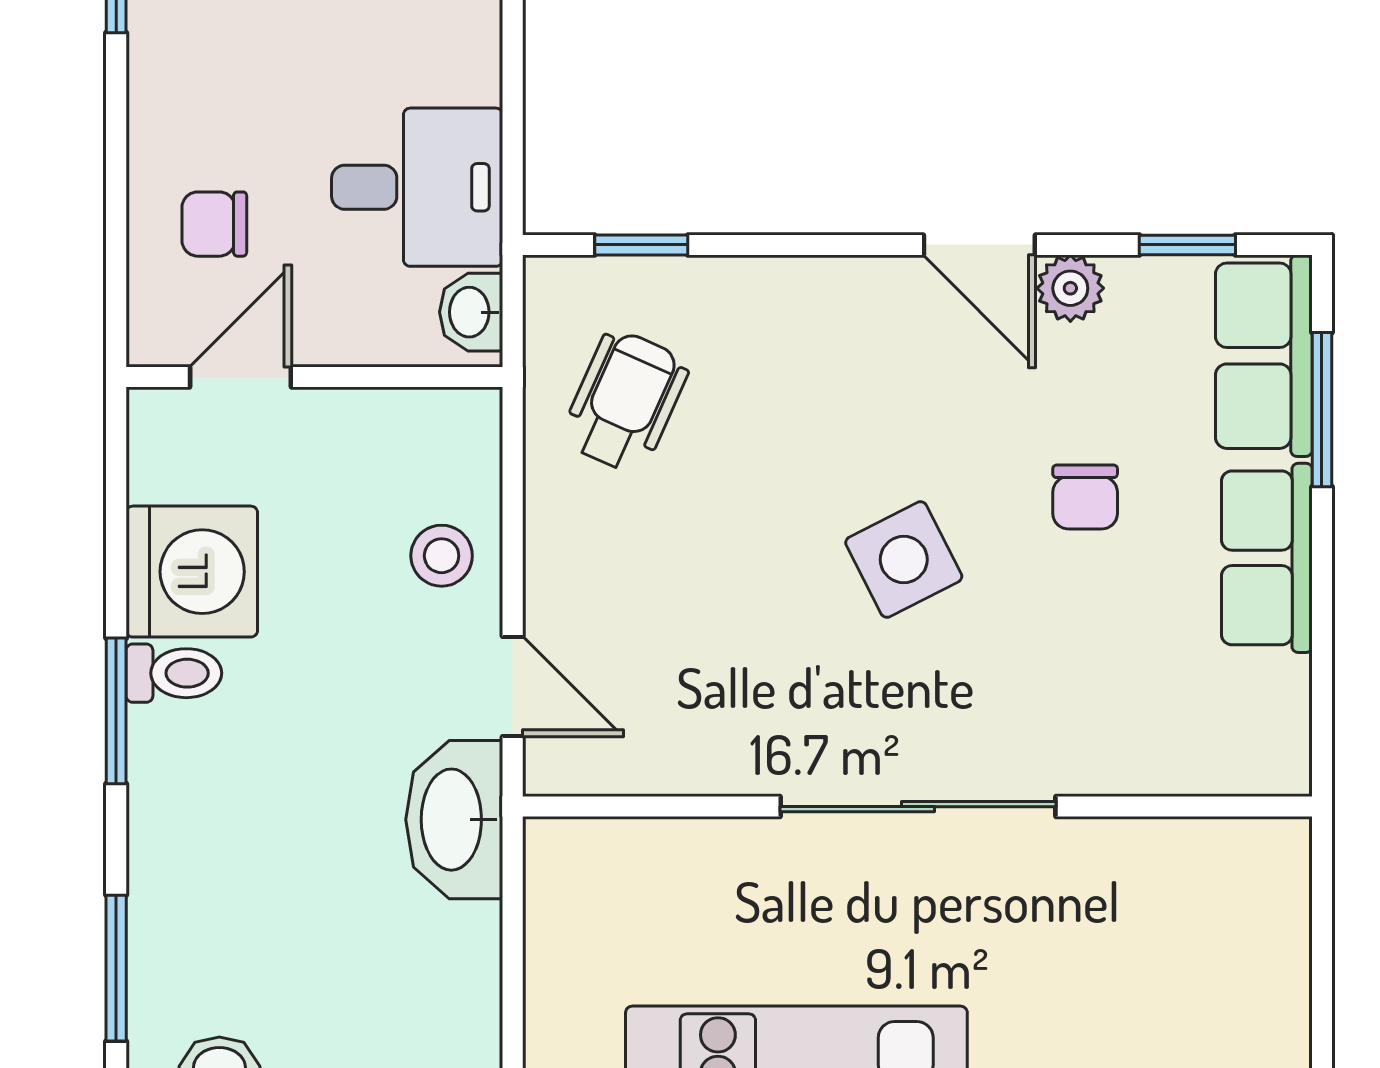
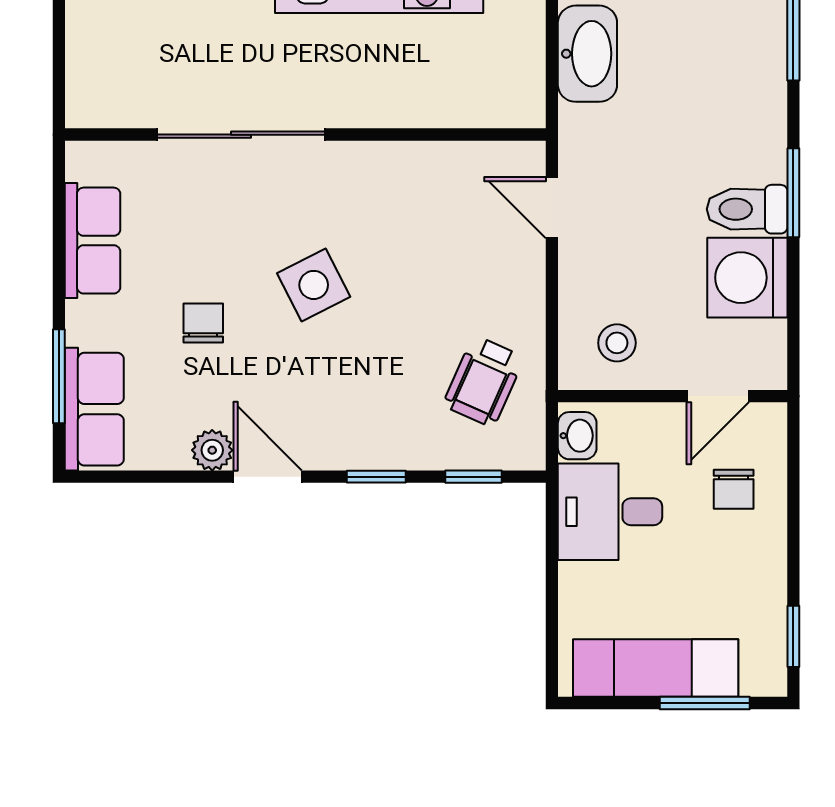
chair: (214, 224) -> (734, 489), turned 90
window: (1187, 245) -> (376, 477), moved
stool: (442, 556) -> (617, 343), moved
row of seats: (1267, 558) -> (93, 241), moved
toilet: (174, 673) -> (747, 209), width x1.37, depth x1.39
sliding door: (918, 807) -> (241, 135), moved
washbasin: (454, 820) -> (587, 54), moved

